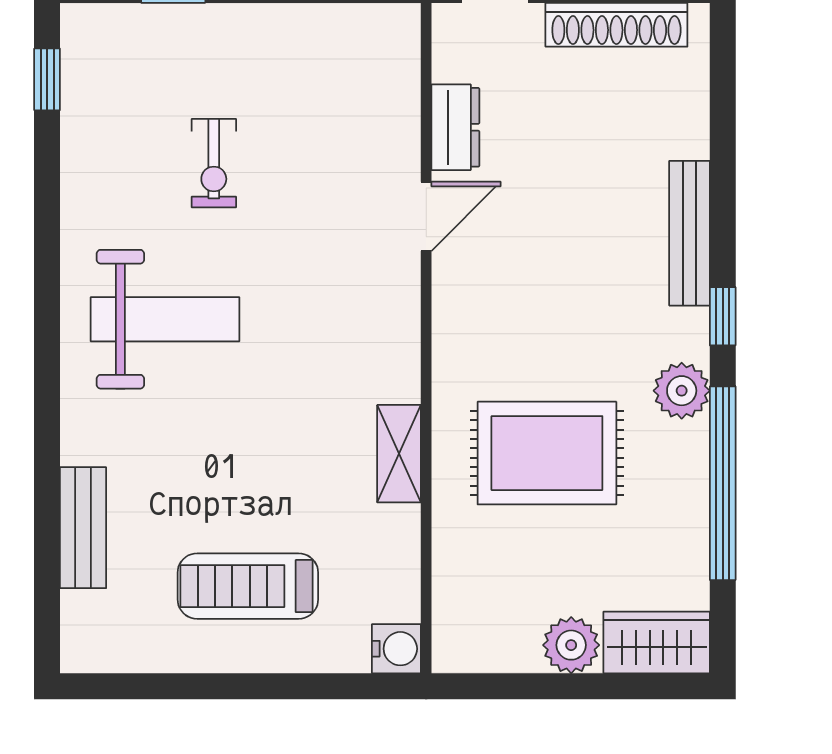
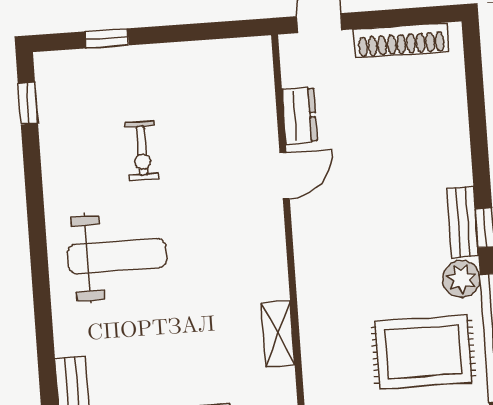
bench: (690, 233) -> (463, 222), moved, width x0.73
rug: (547, 453) -> (423, 352), moved

